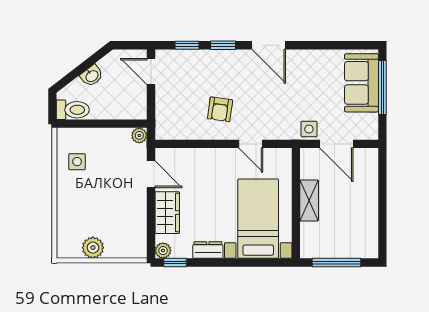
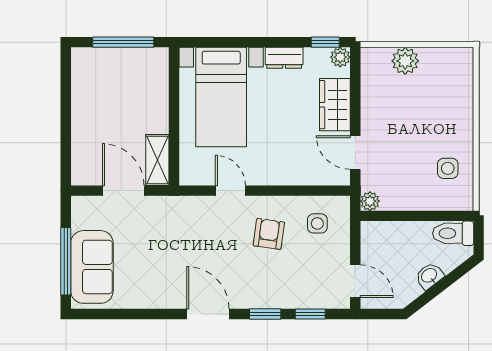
side table: (309, 129) -> (317, 223), moved
shelving: (309, 201) -> (157, 160), moved
plant: (93, 248) -> (405, 61), moved

